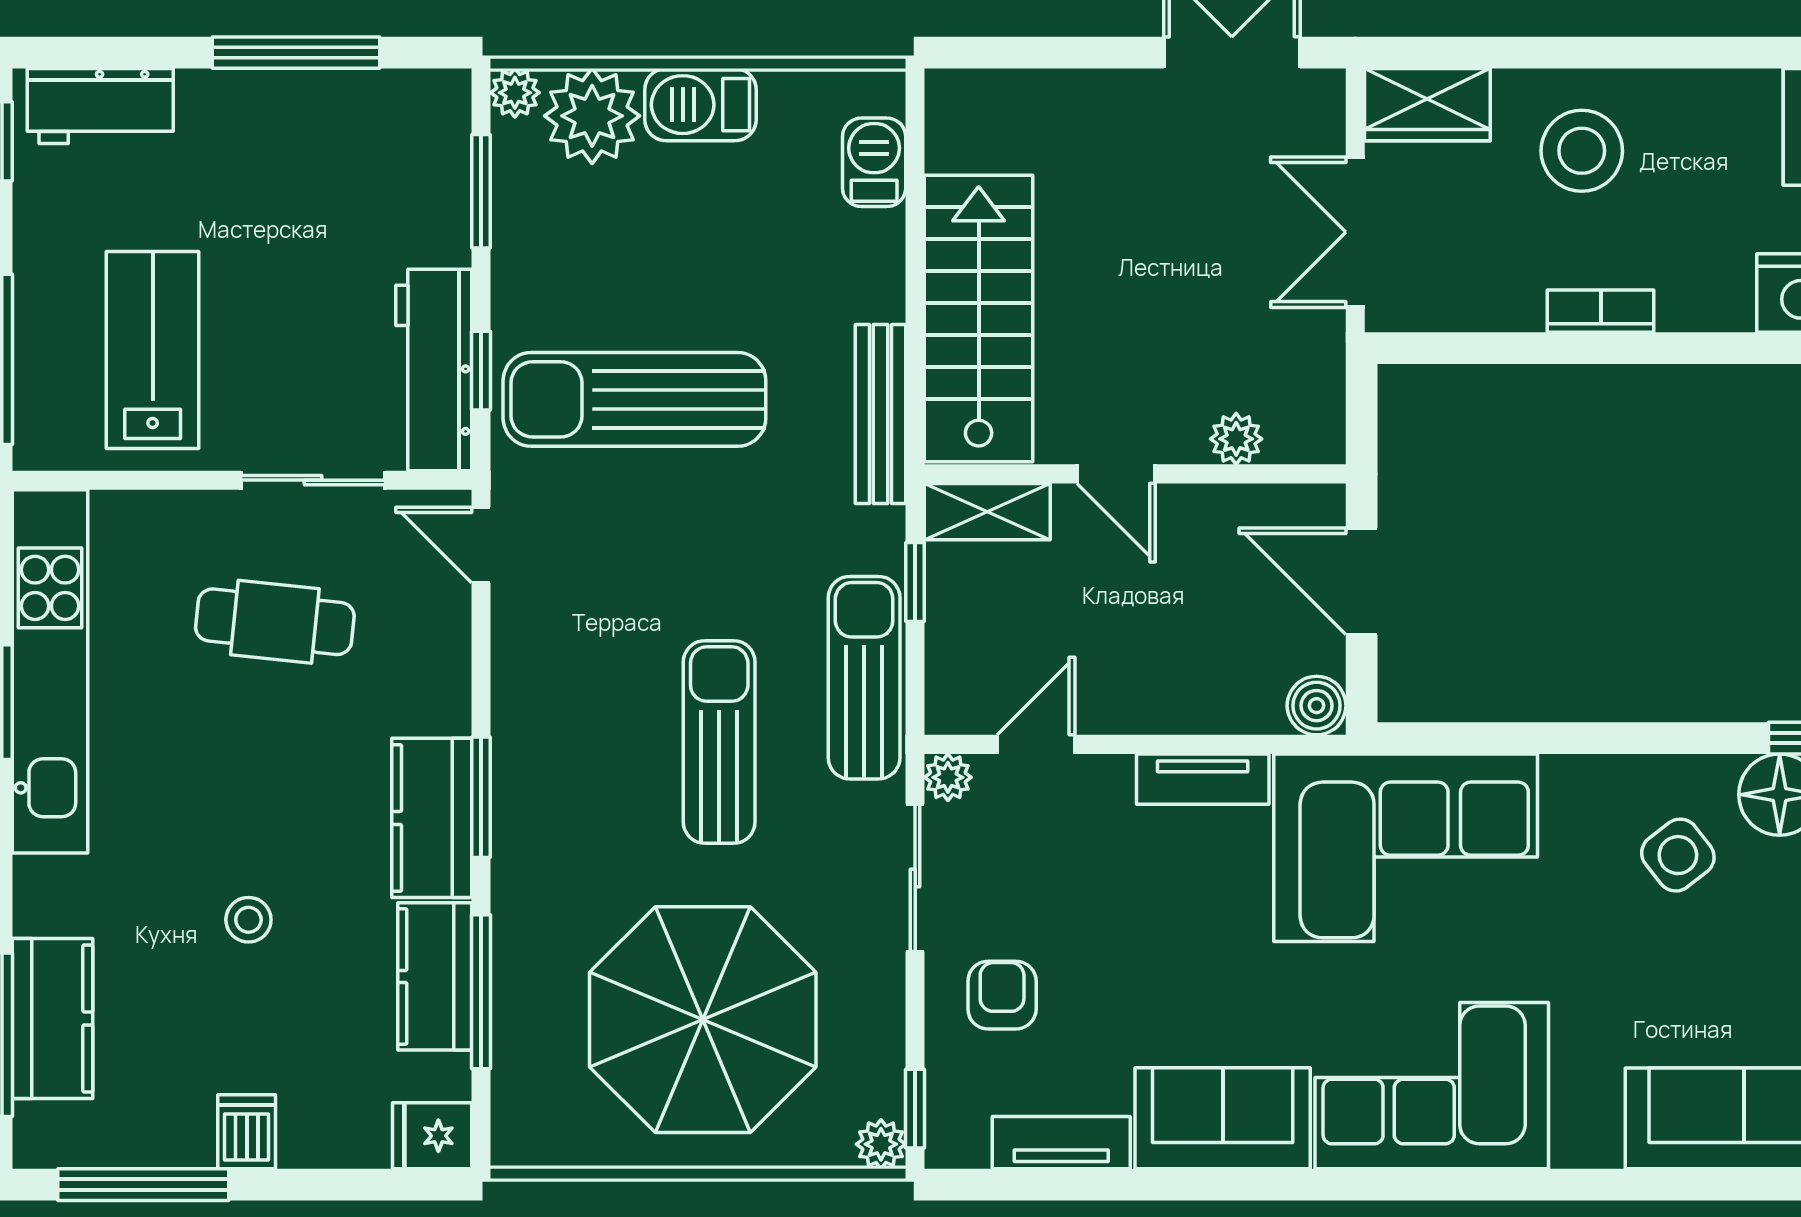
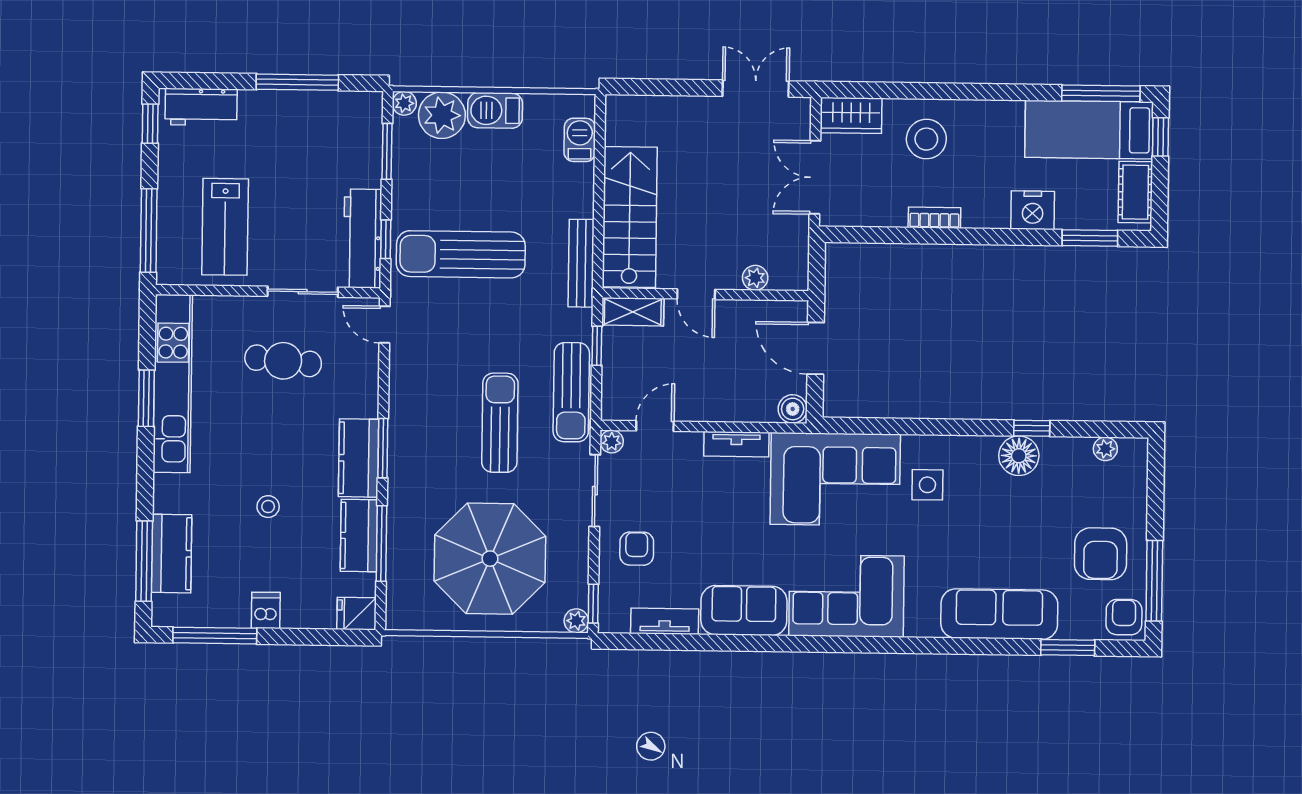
lab bench: (153, 350) -> (225, 227), turned 180
sun lounger: (864, 678) -> (571, 392), turned 180
side table: (1678, 855) -> (927, 485), moved, turned 38

